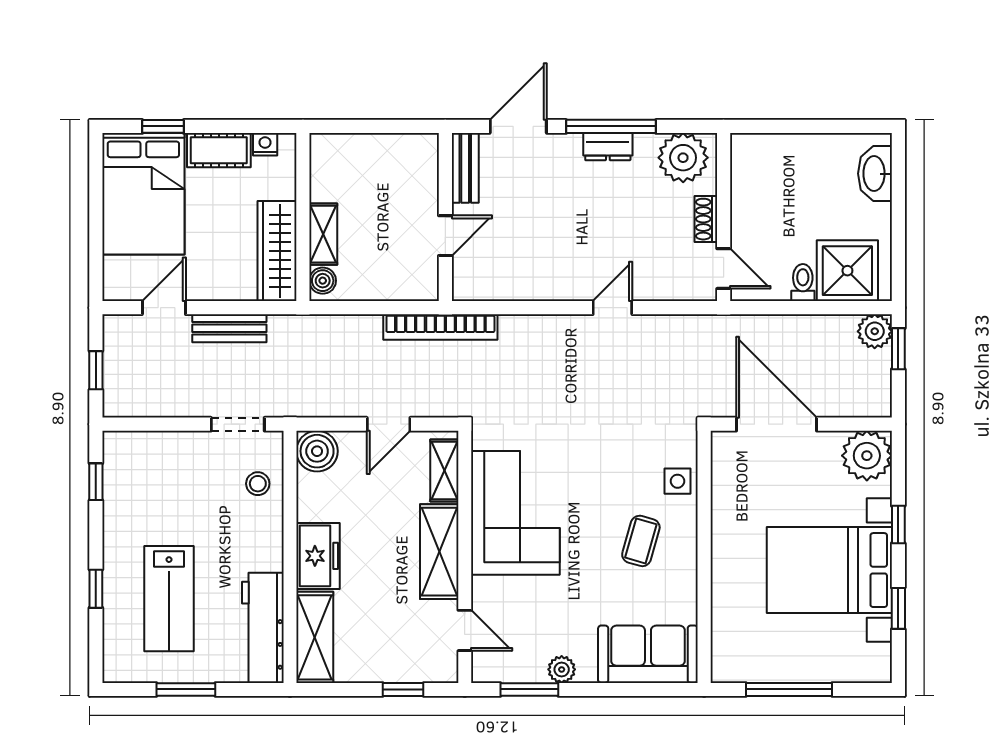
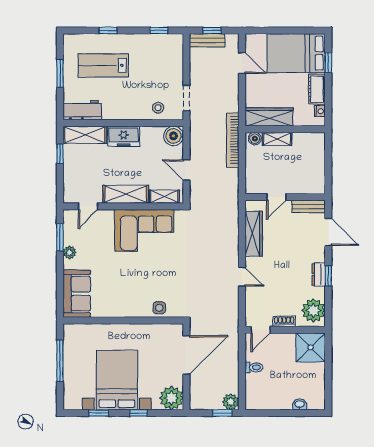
window: (611, 126) -> (328, 276), width x0.46
washbasin: (875, 174) -> (300, 404), width x0.52, depth x0.69
door: (445, 236) -> (276, 197), hinge flipped
shower: (847, 271) -> (311, 347), moved
wardrobe: (522, 283) -> (254, 234), added
bookcase: (440, 327) -> (233, 140), moved
bench: (229, 328) -> (207, 40), moved, turned 90
coffee table: (641, 541) -> (131, 290), removed
workbench: (263, 628) -> (82, 110), width x0.73
window: (403, 689) -> (60, 154), moved

